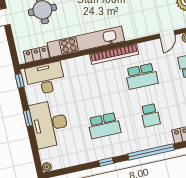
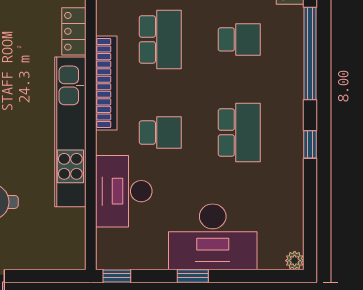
locker: (36, 55) -> (74, 31), moved
desk: (45, 79) -> (124, 191), moved
school desk: (95, 86) -> (160, 133), added

